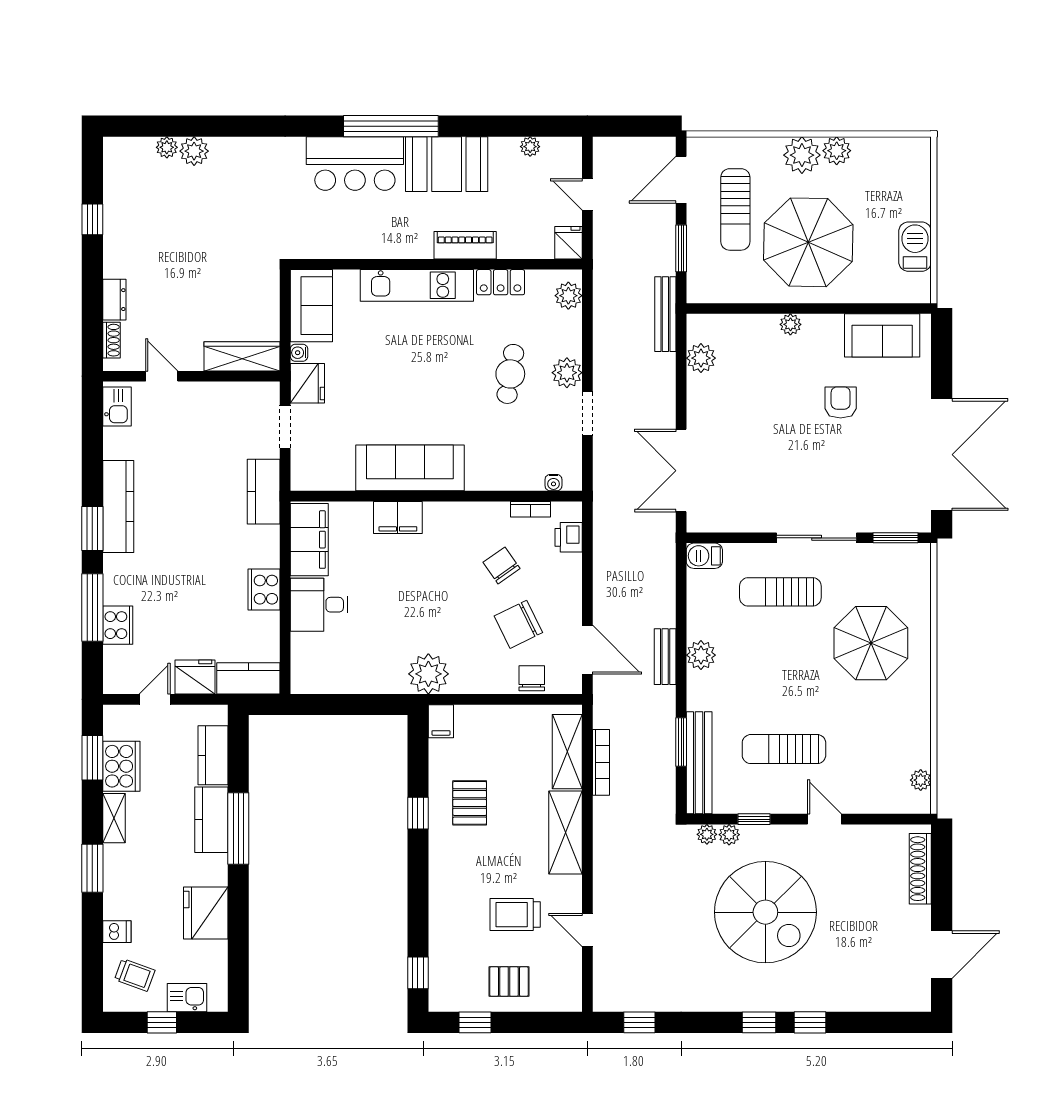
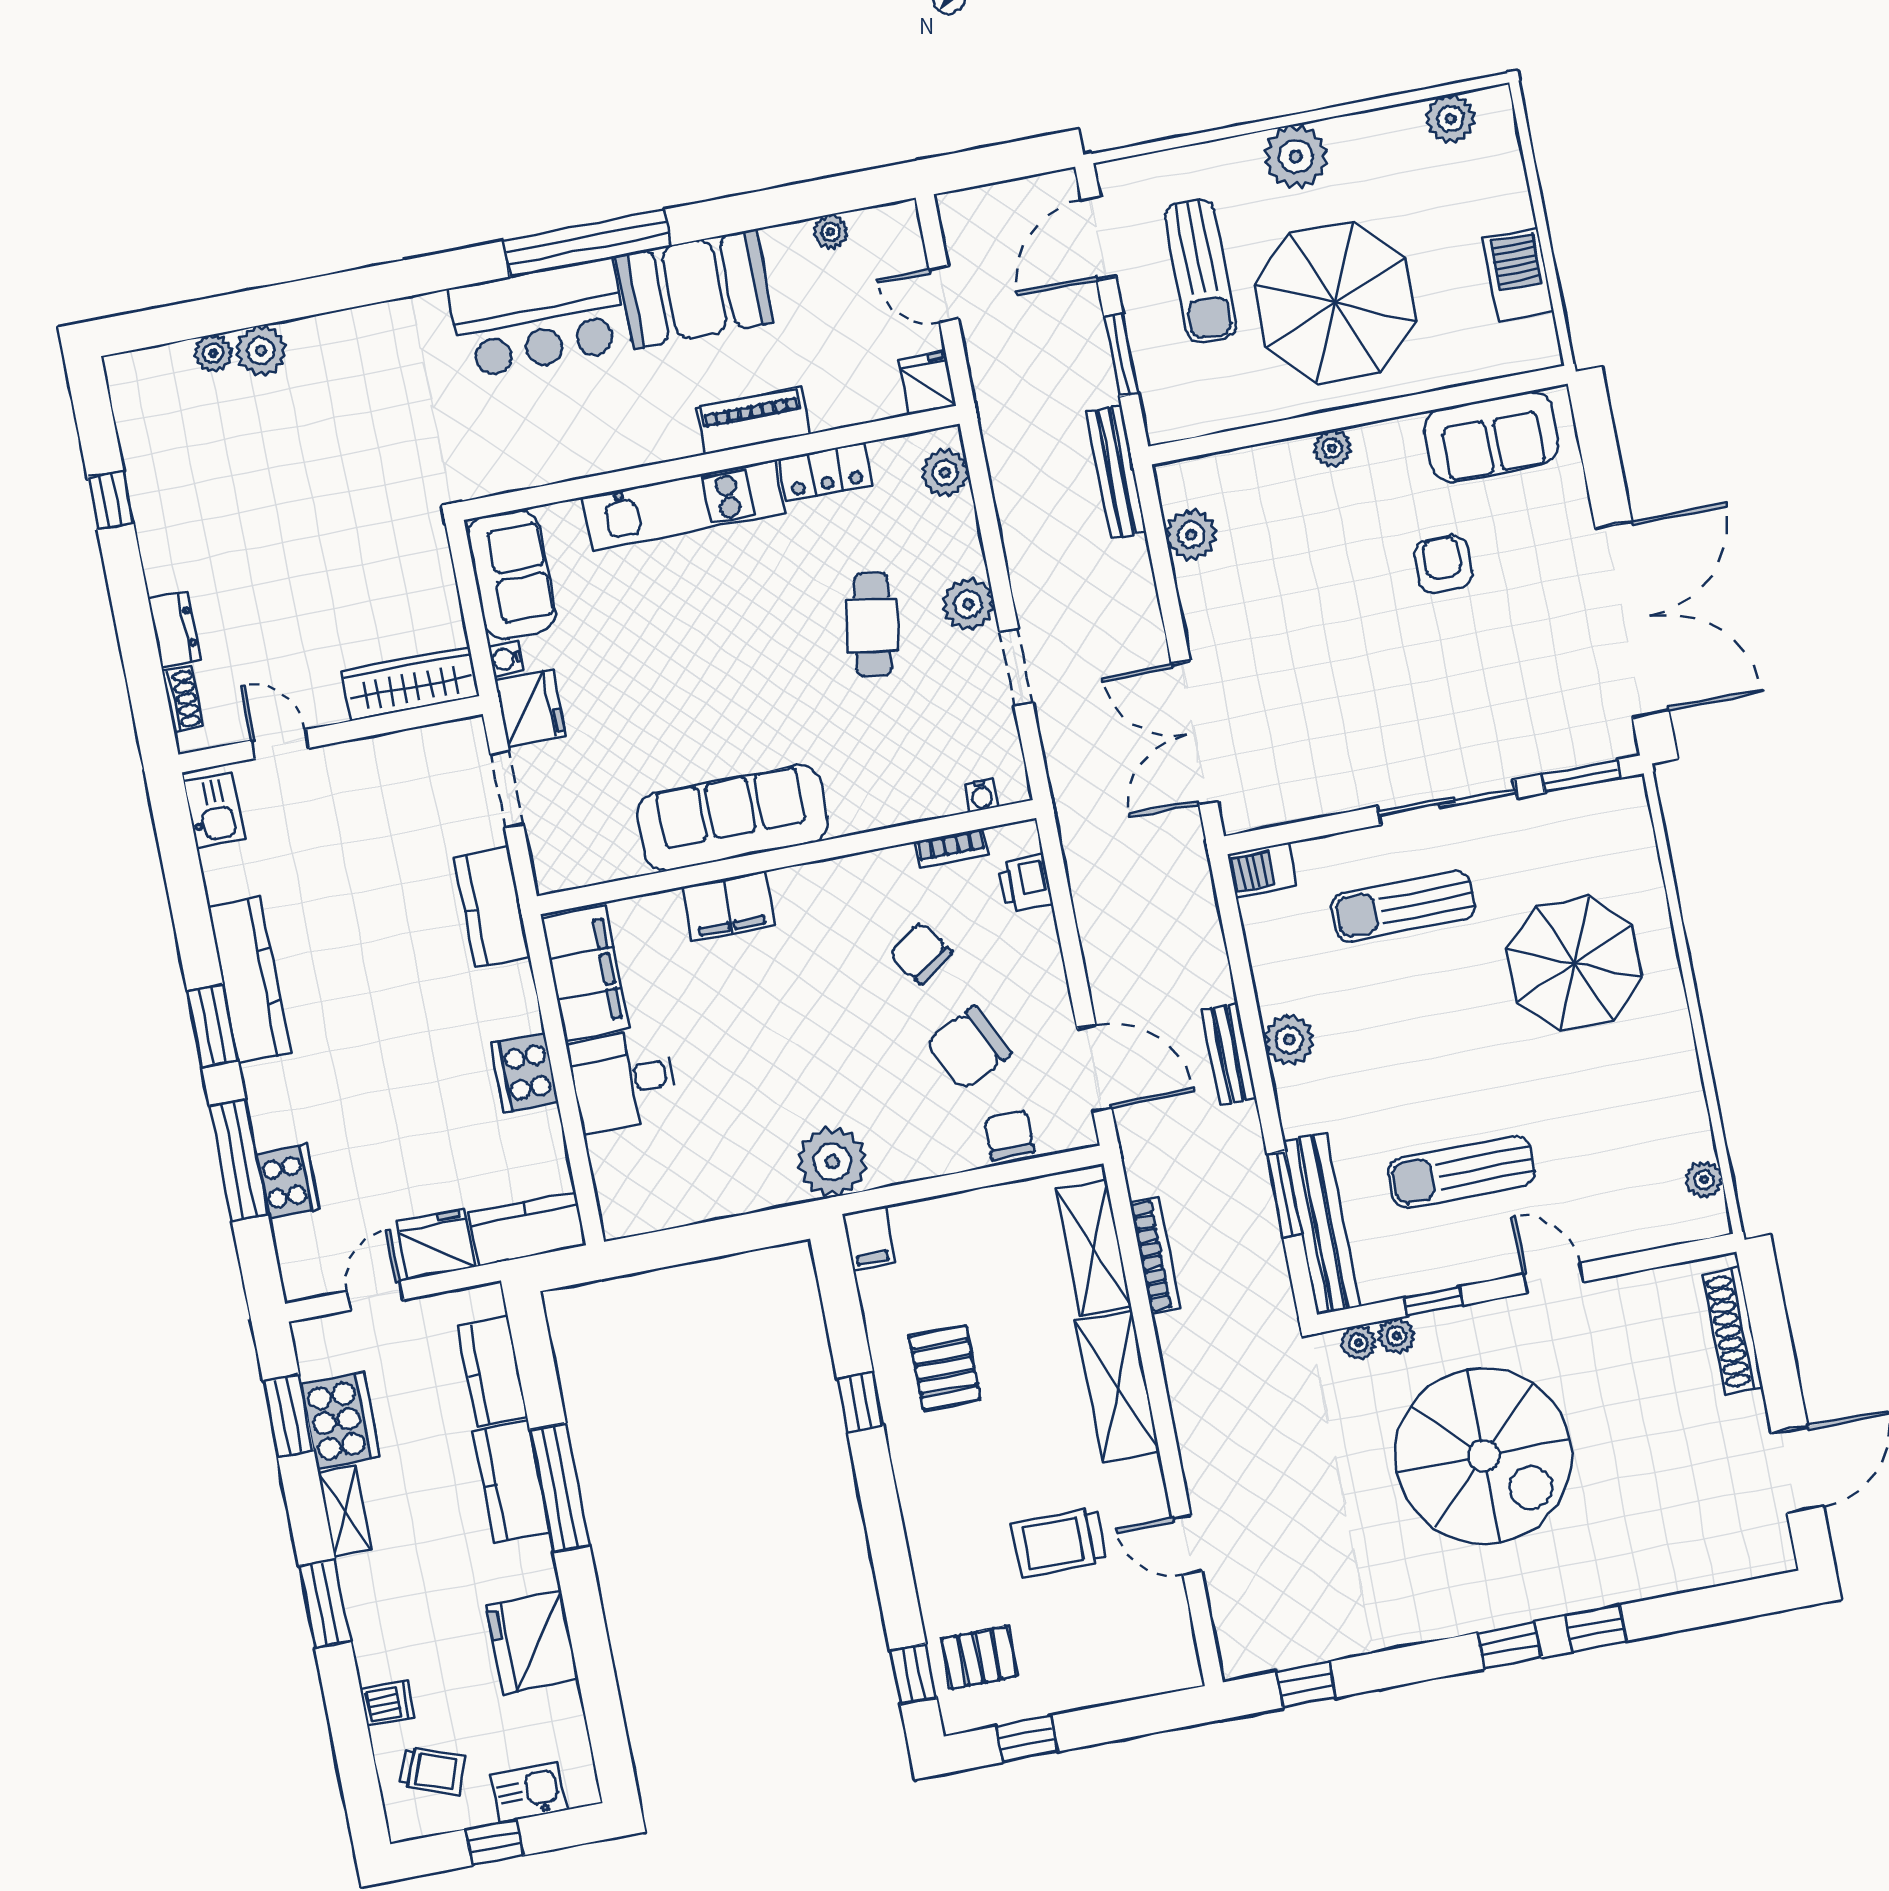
plant: (837, 151) -> (1451, 119), moved
pallet: (509, 981) -> (979, 1657), moved

